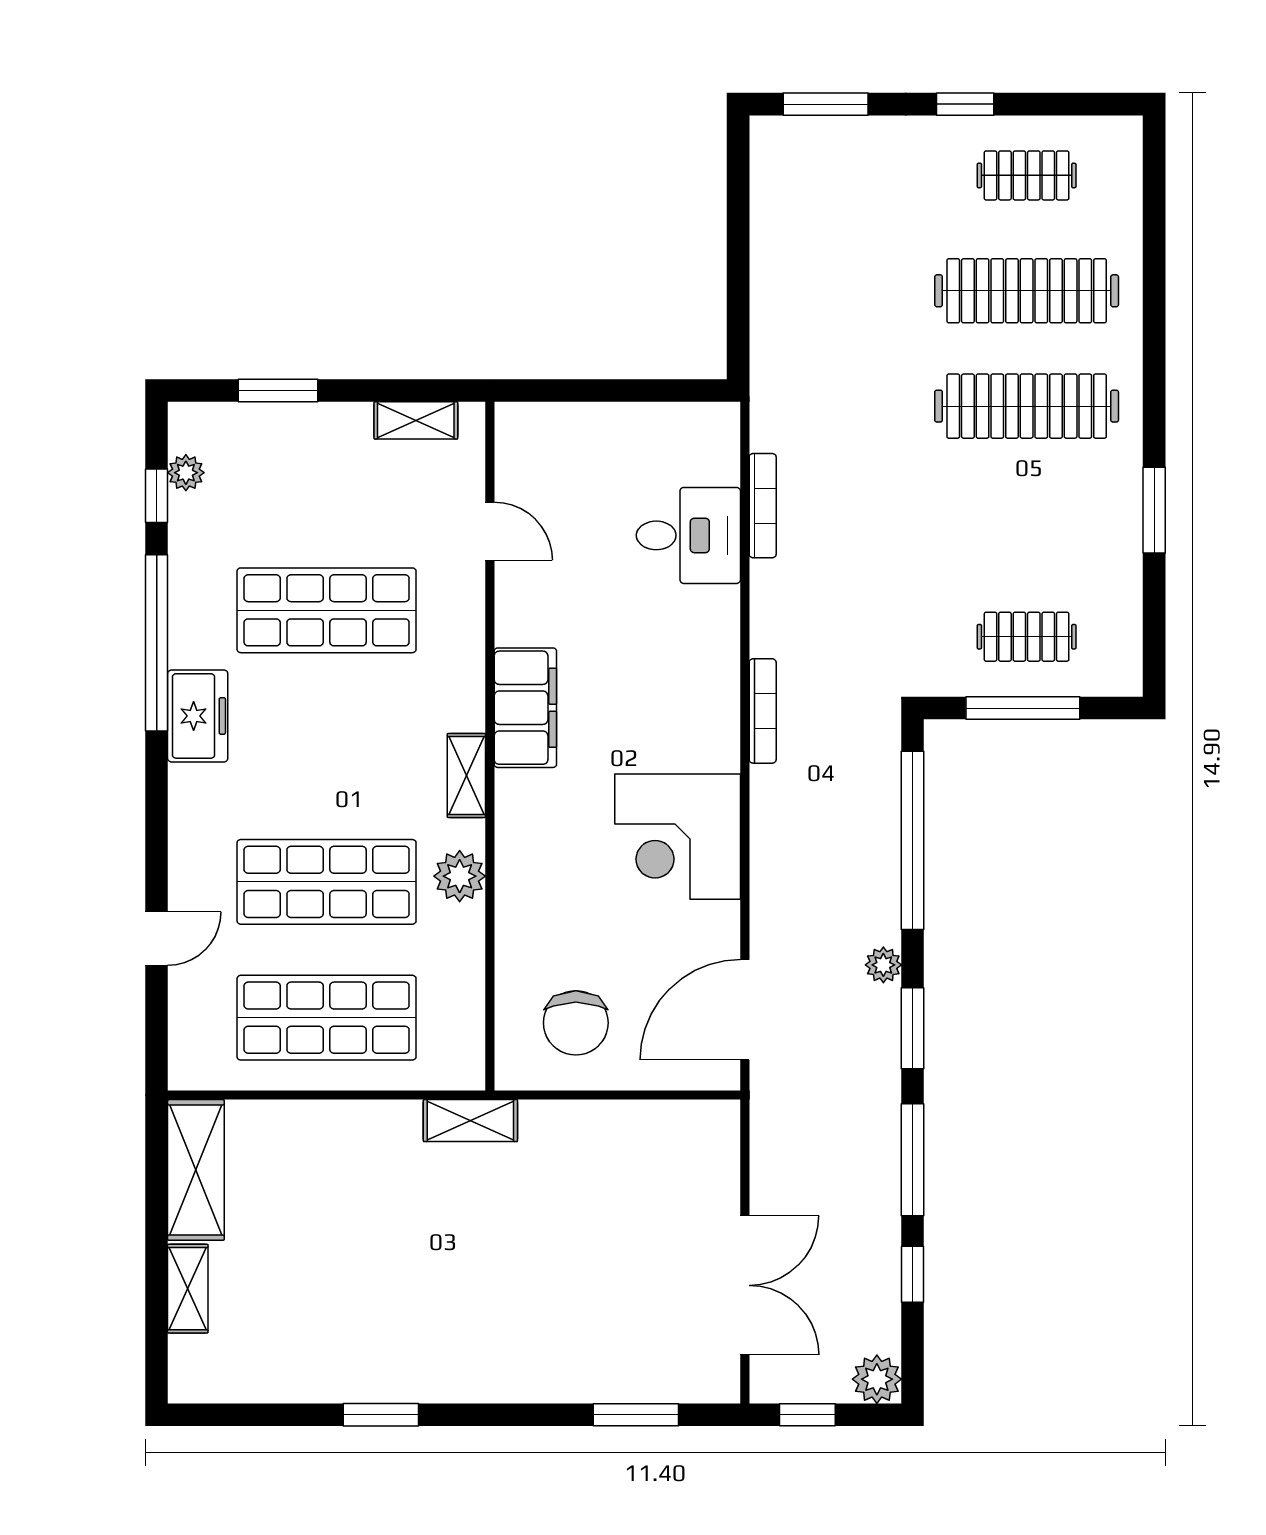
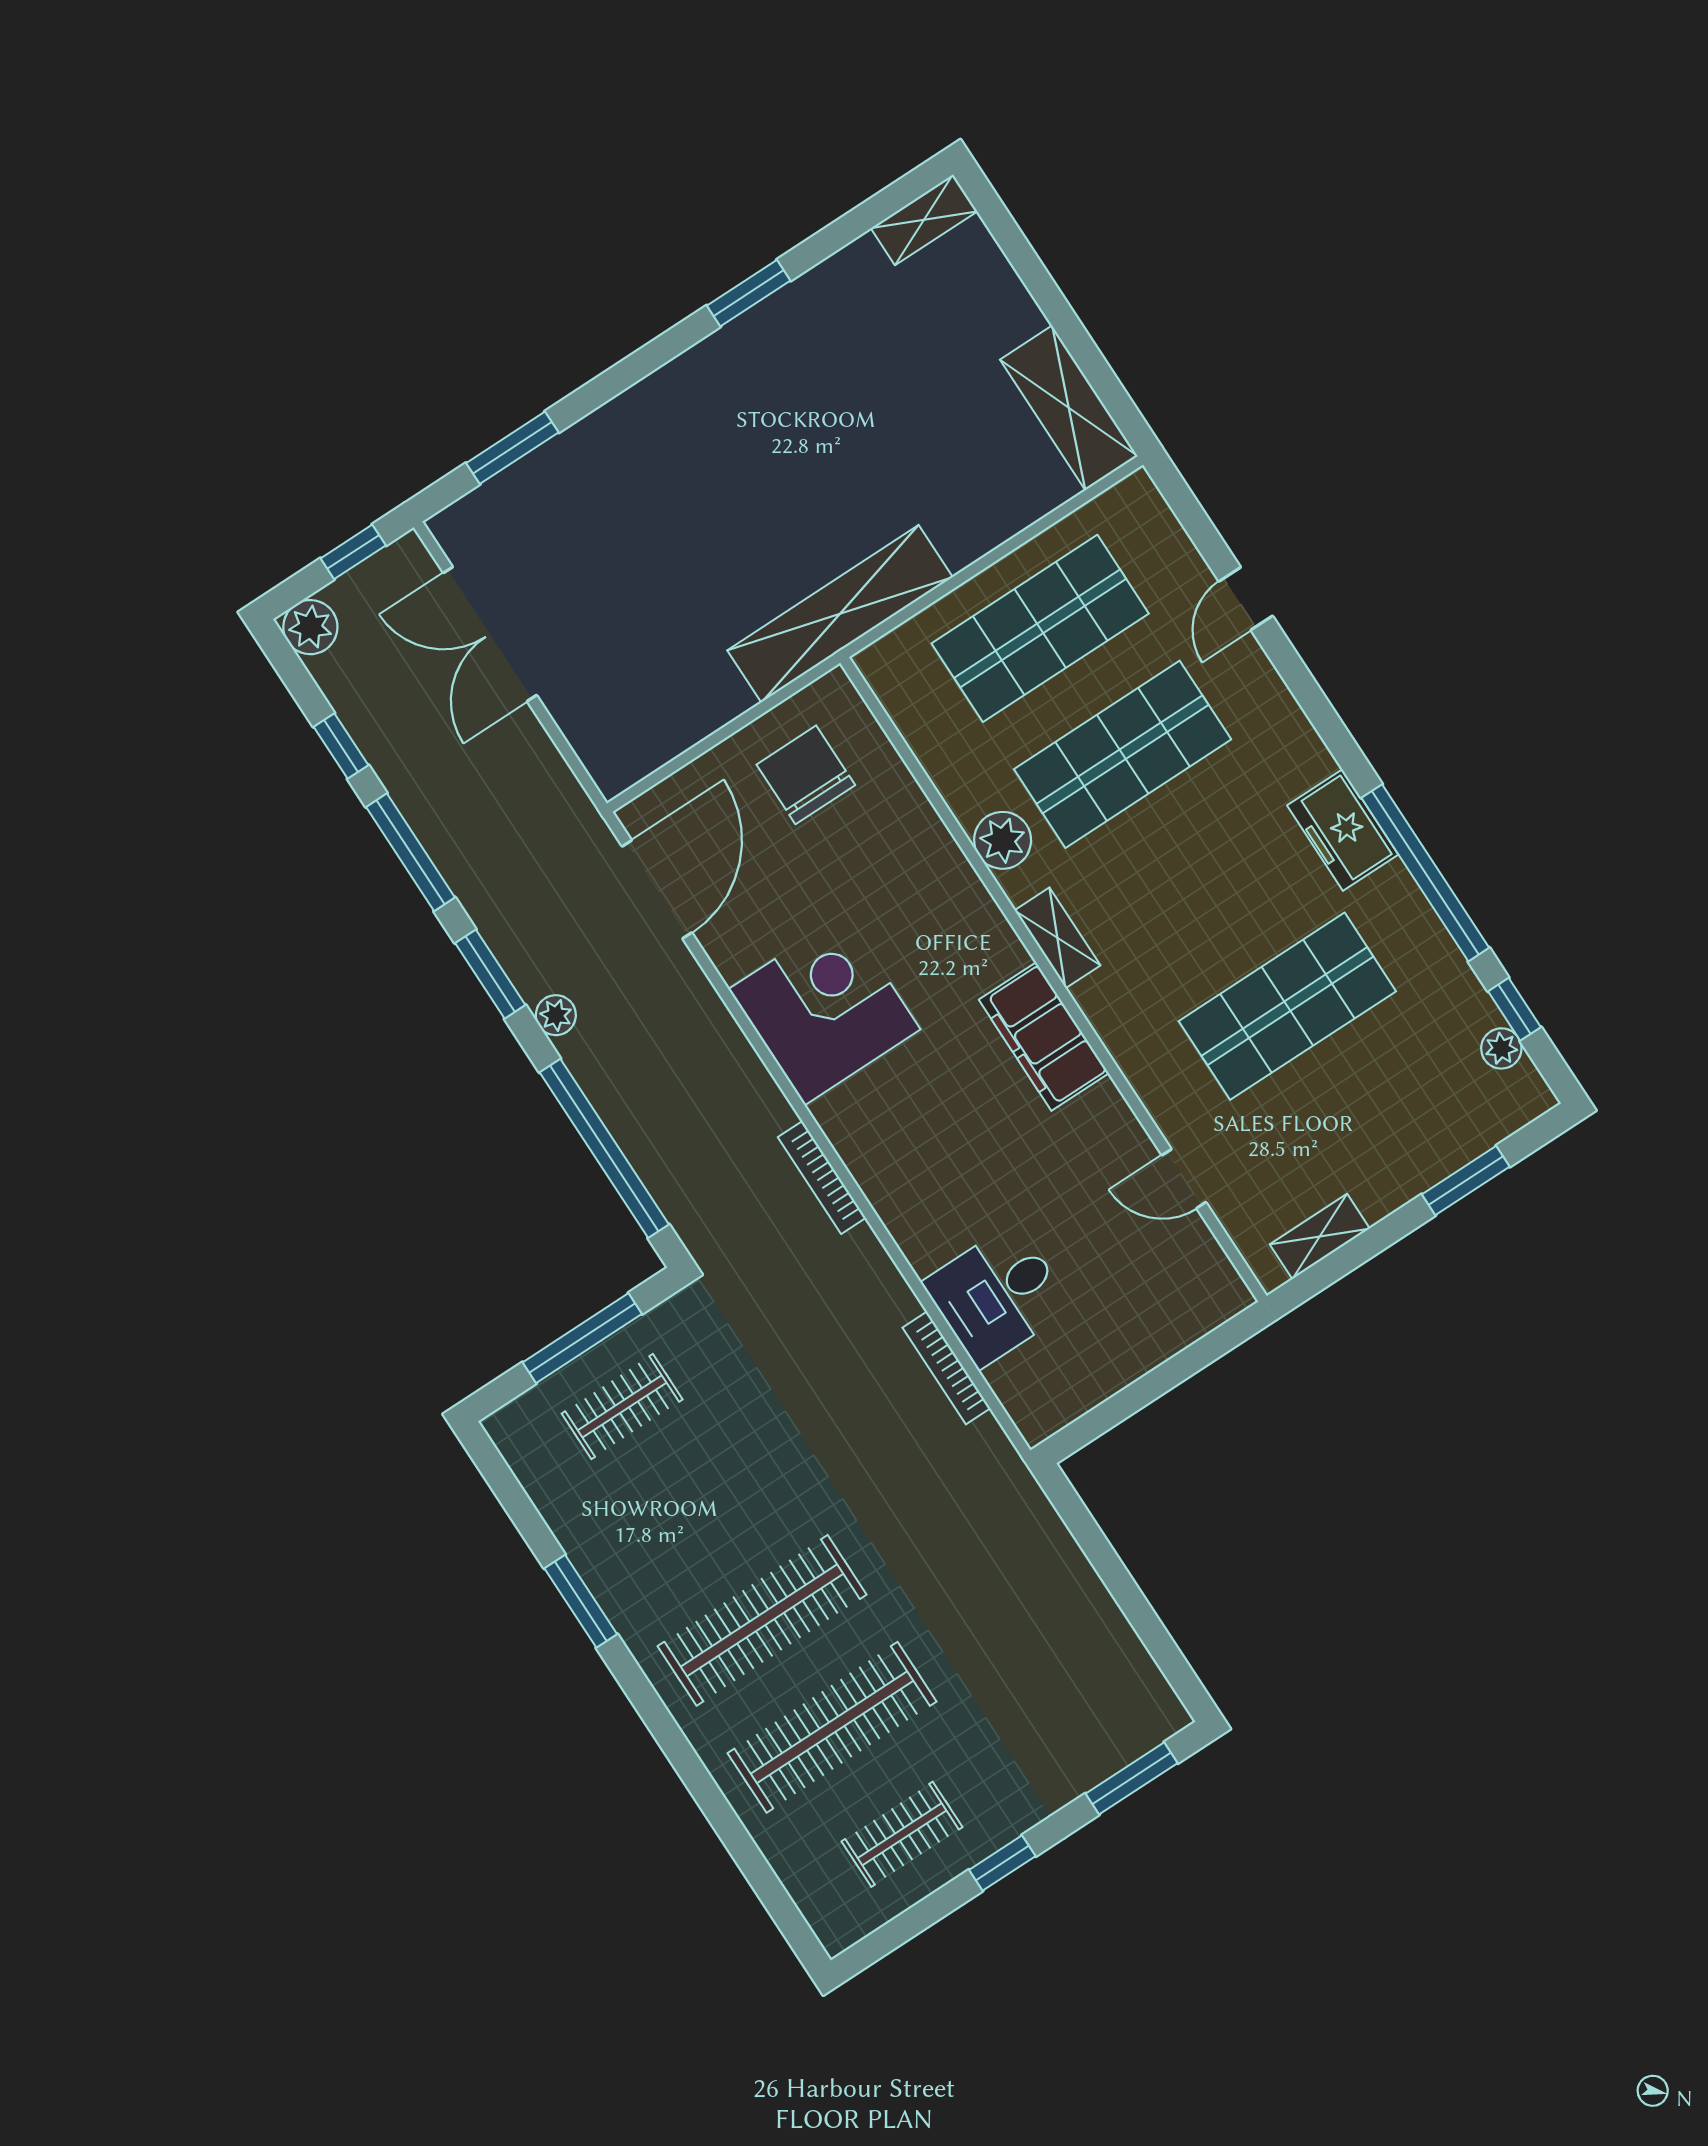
shelving: (470, 1121) -> (840, 614), width x2.20, depth x1.33
shelving: (188, 1289) -> (924, 220), moved, turned 90

